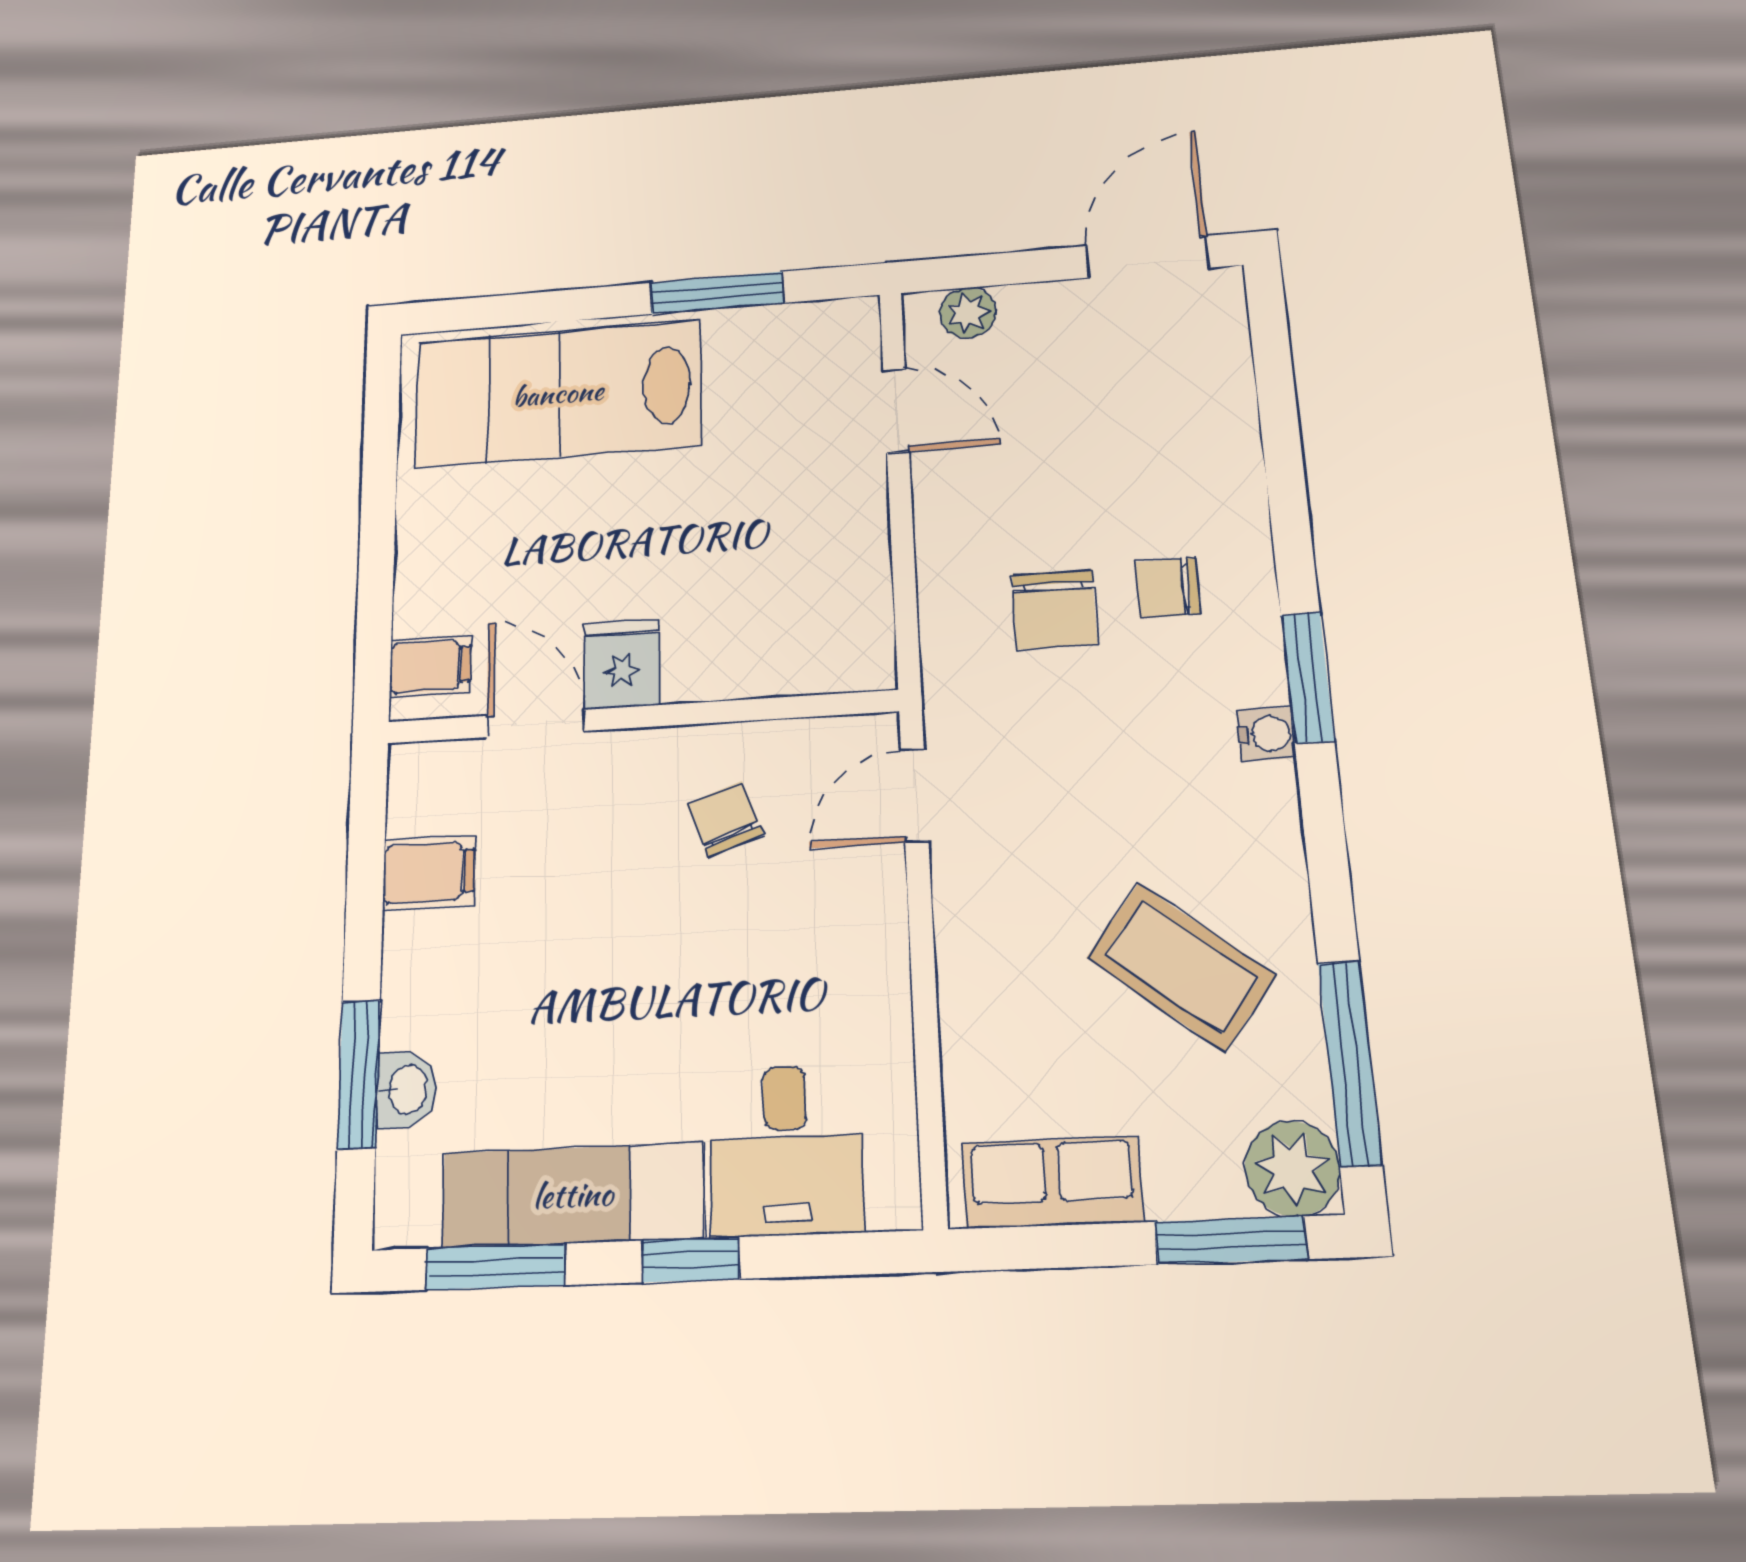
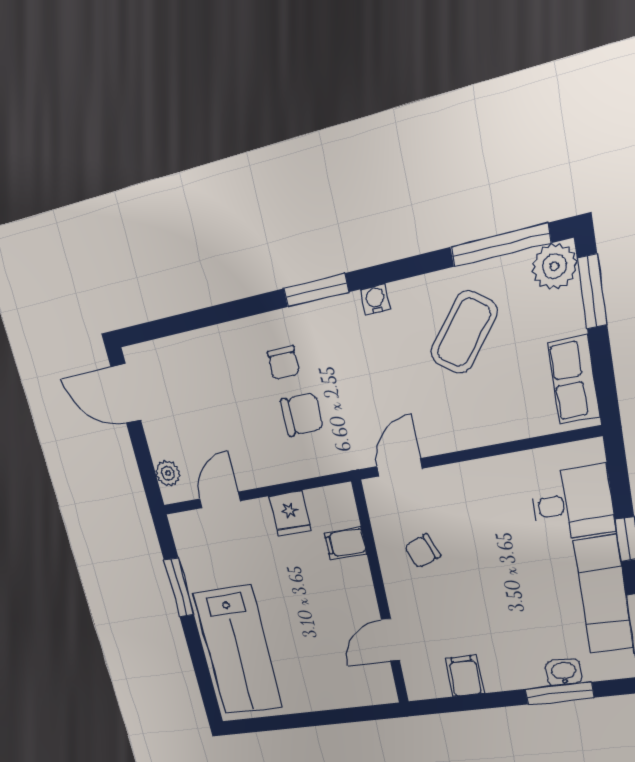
fridge: (622, 664) -> (290, 513), moved, turned -90
filing cabinet: (430, 666) -> (345, 543), moved, turned -90
water cooler: (1266, 734) -> (375, 300), moved
door: (915, 796) -> (400, 467), swing flipped

